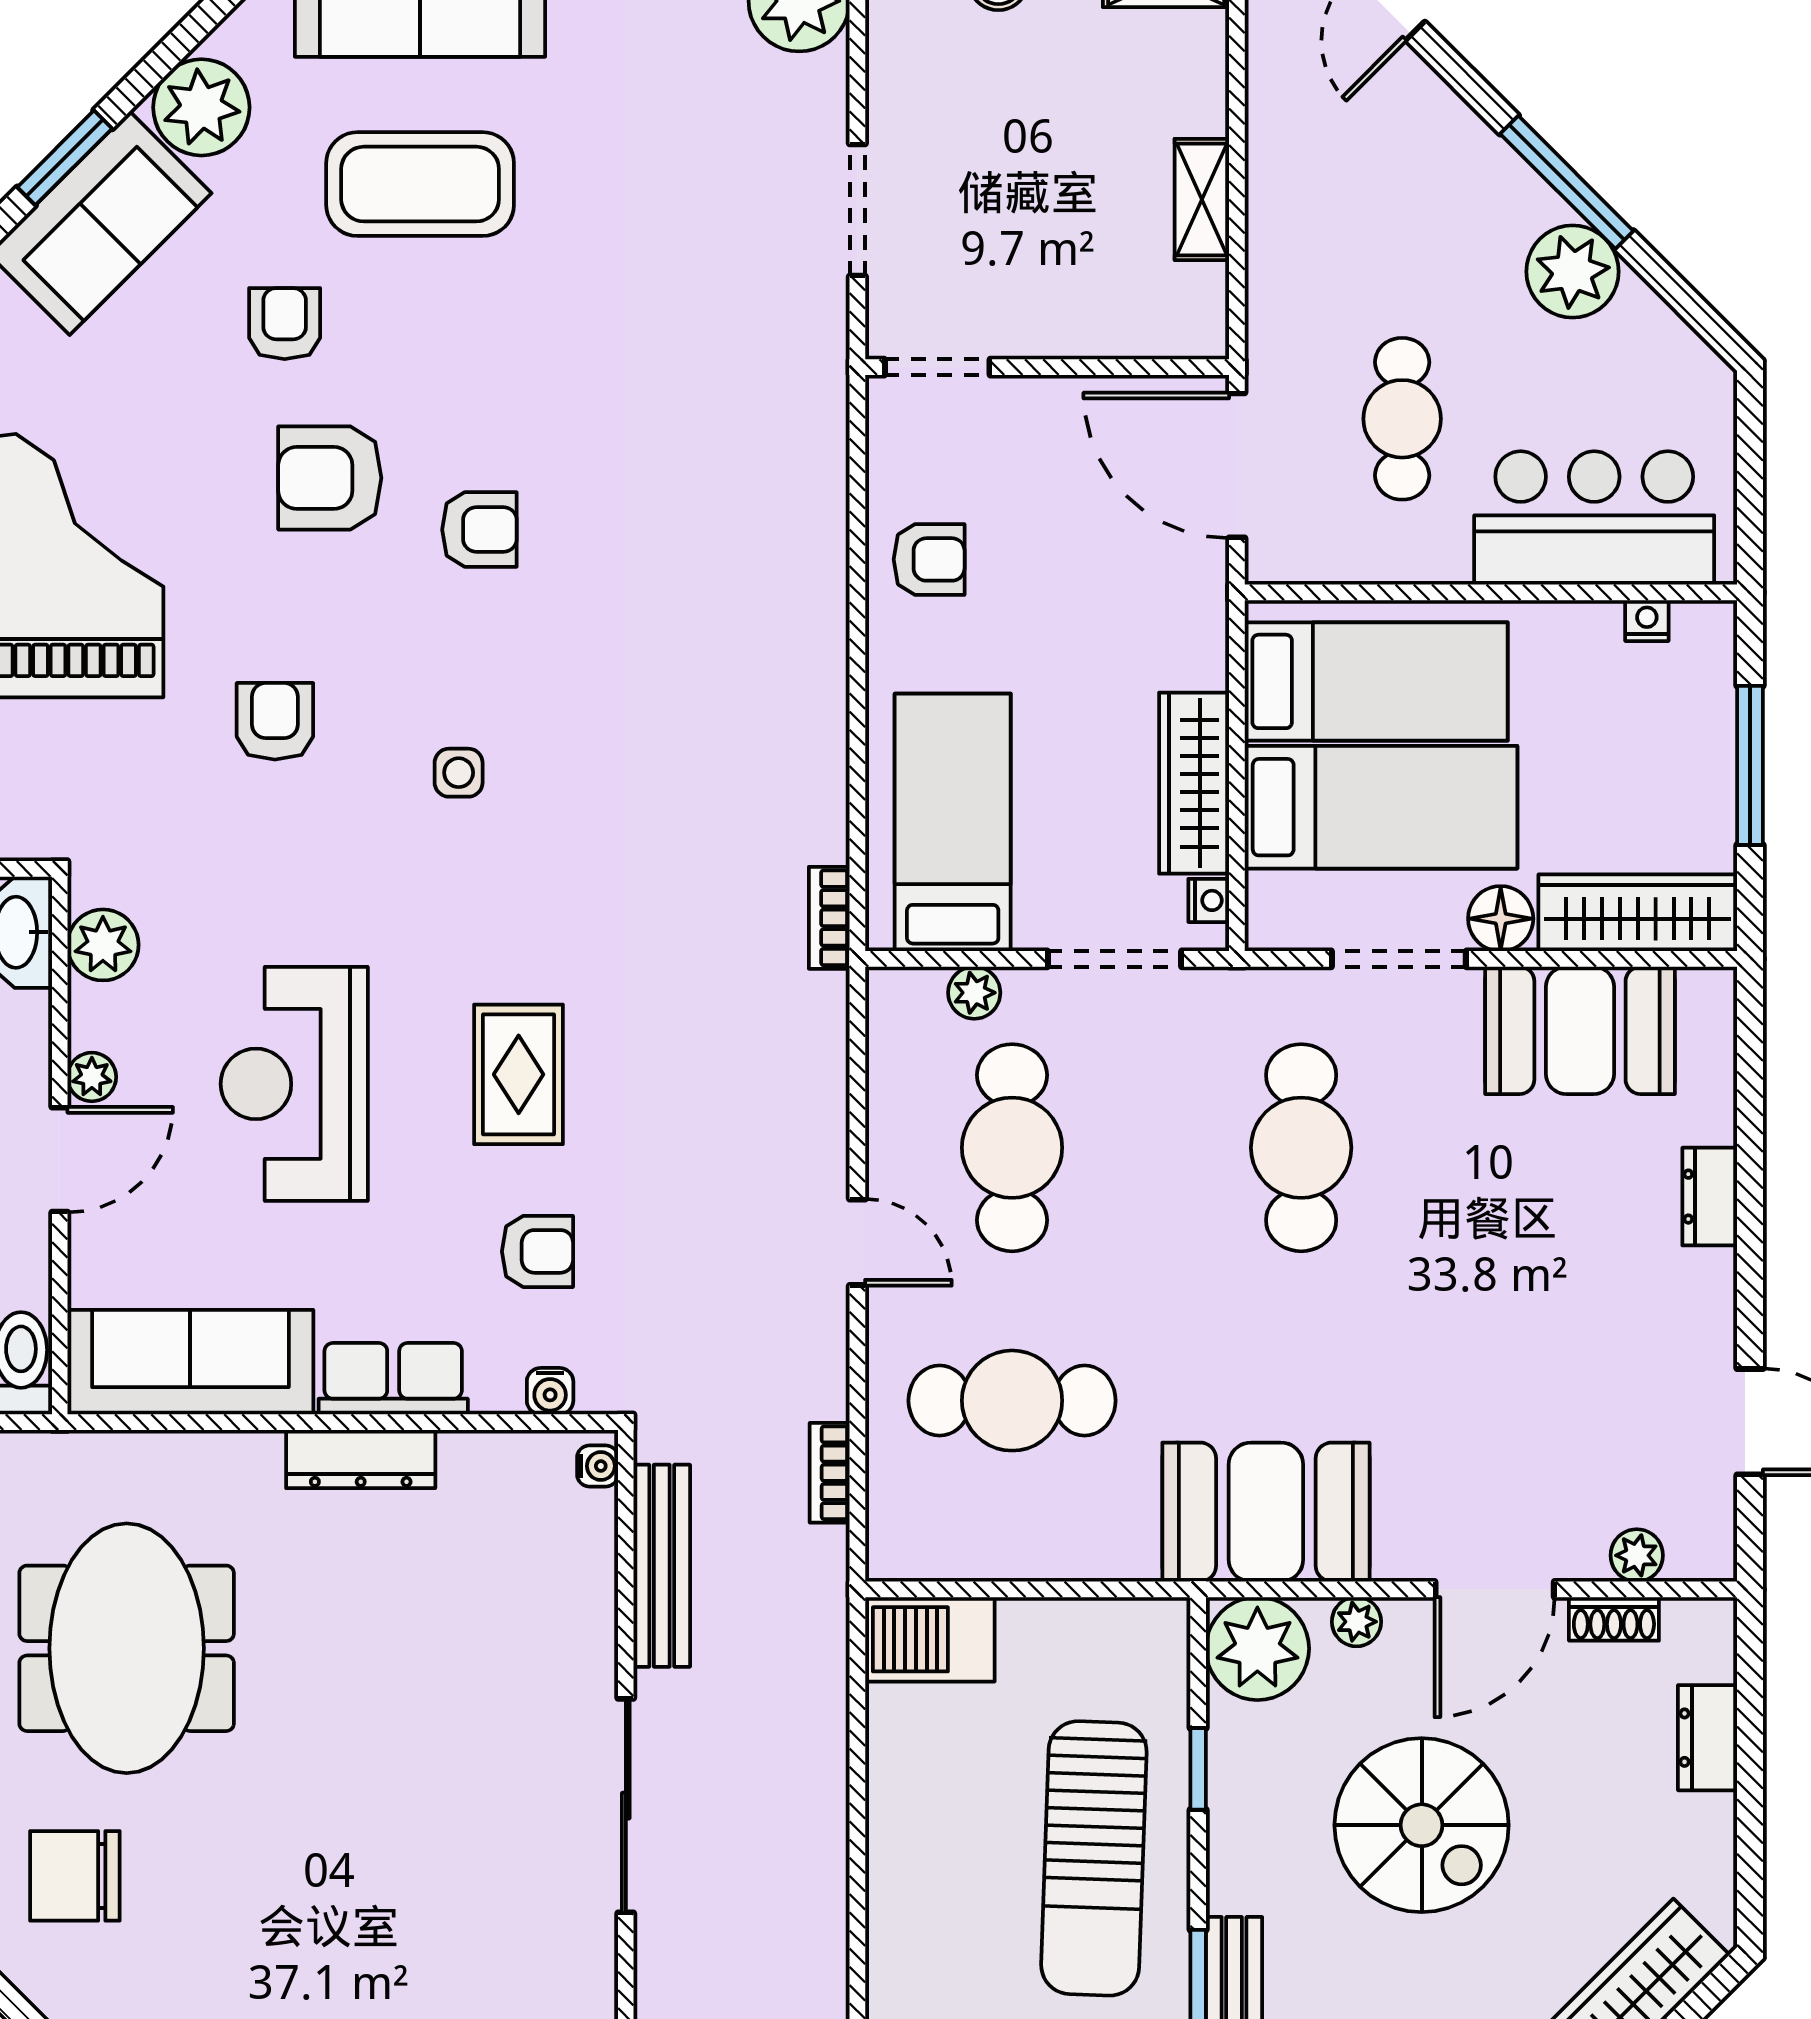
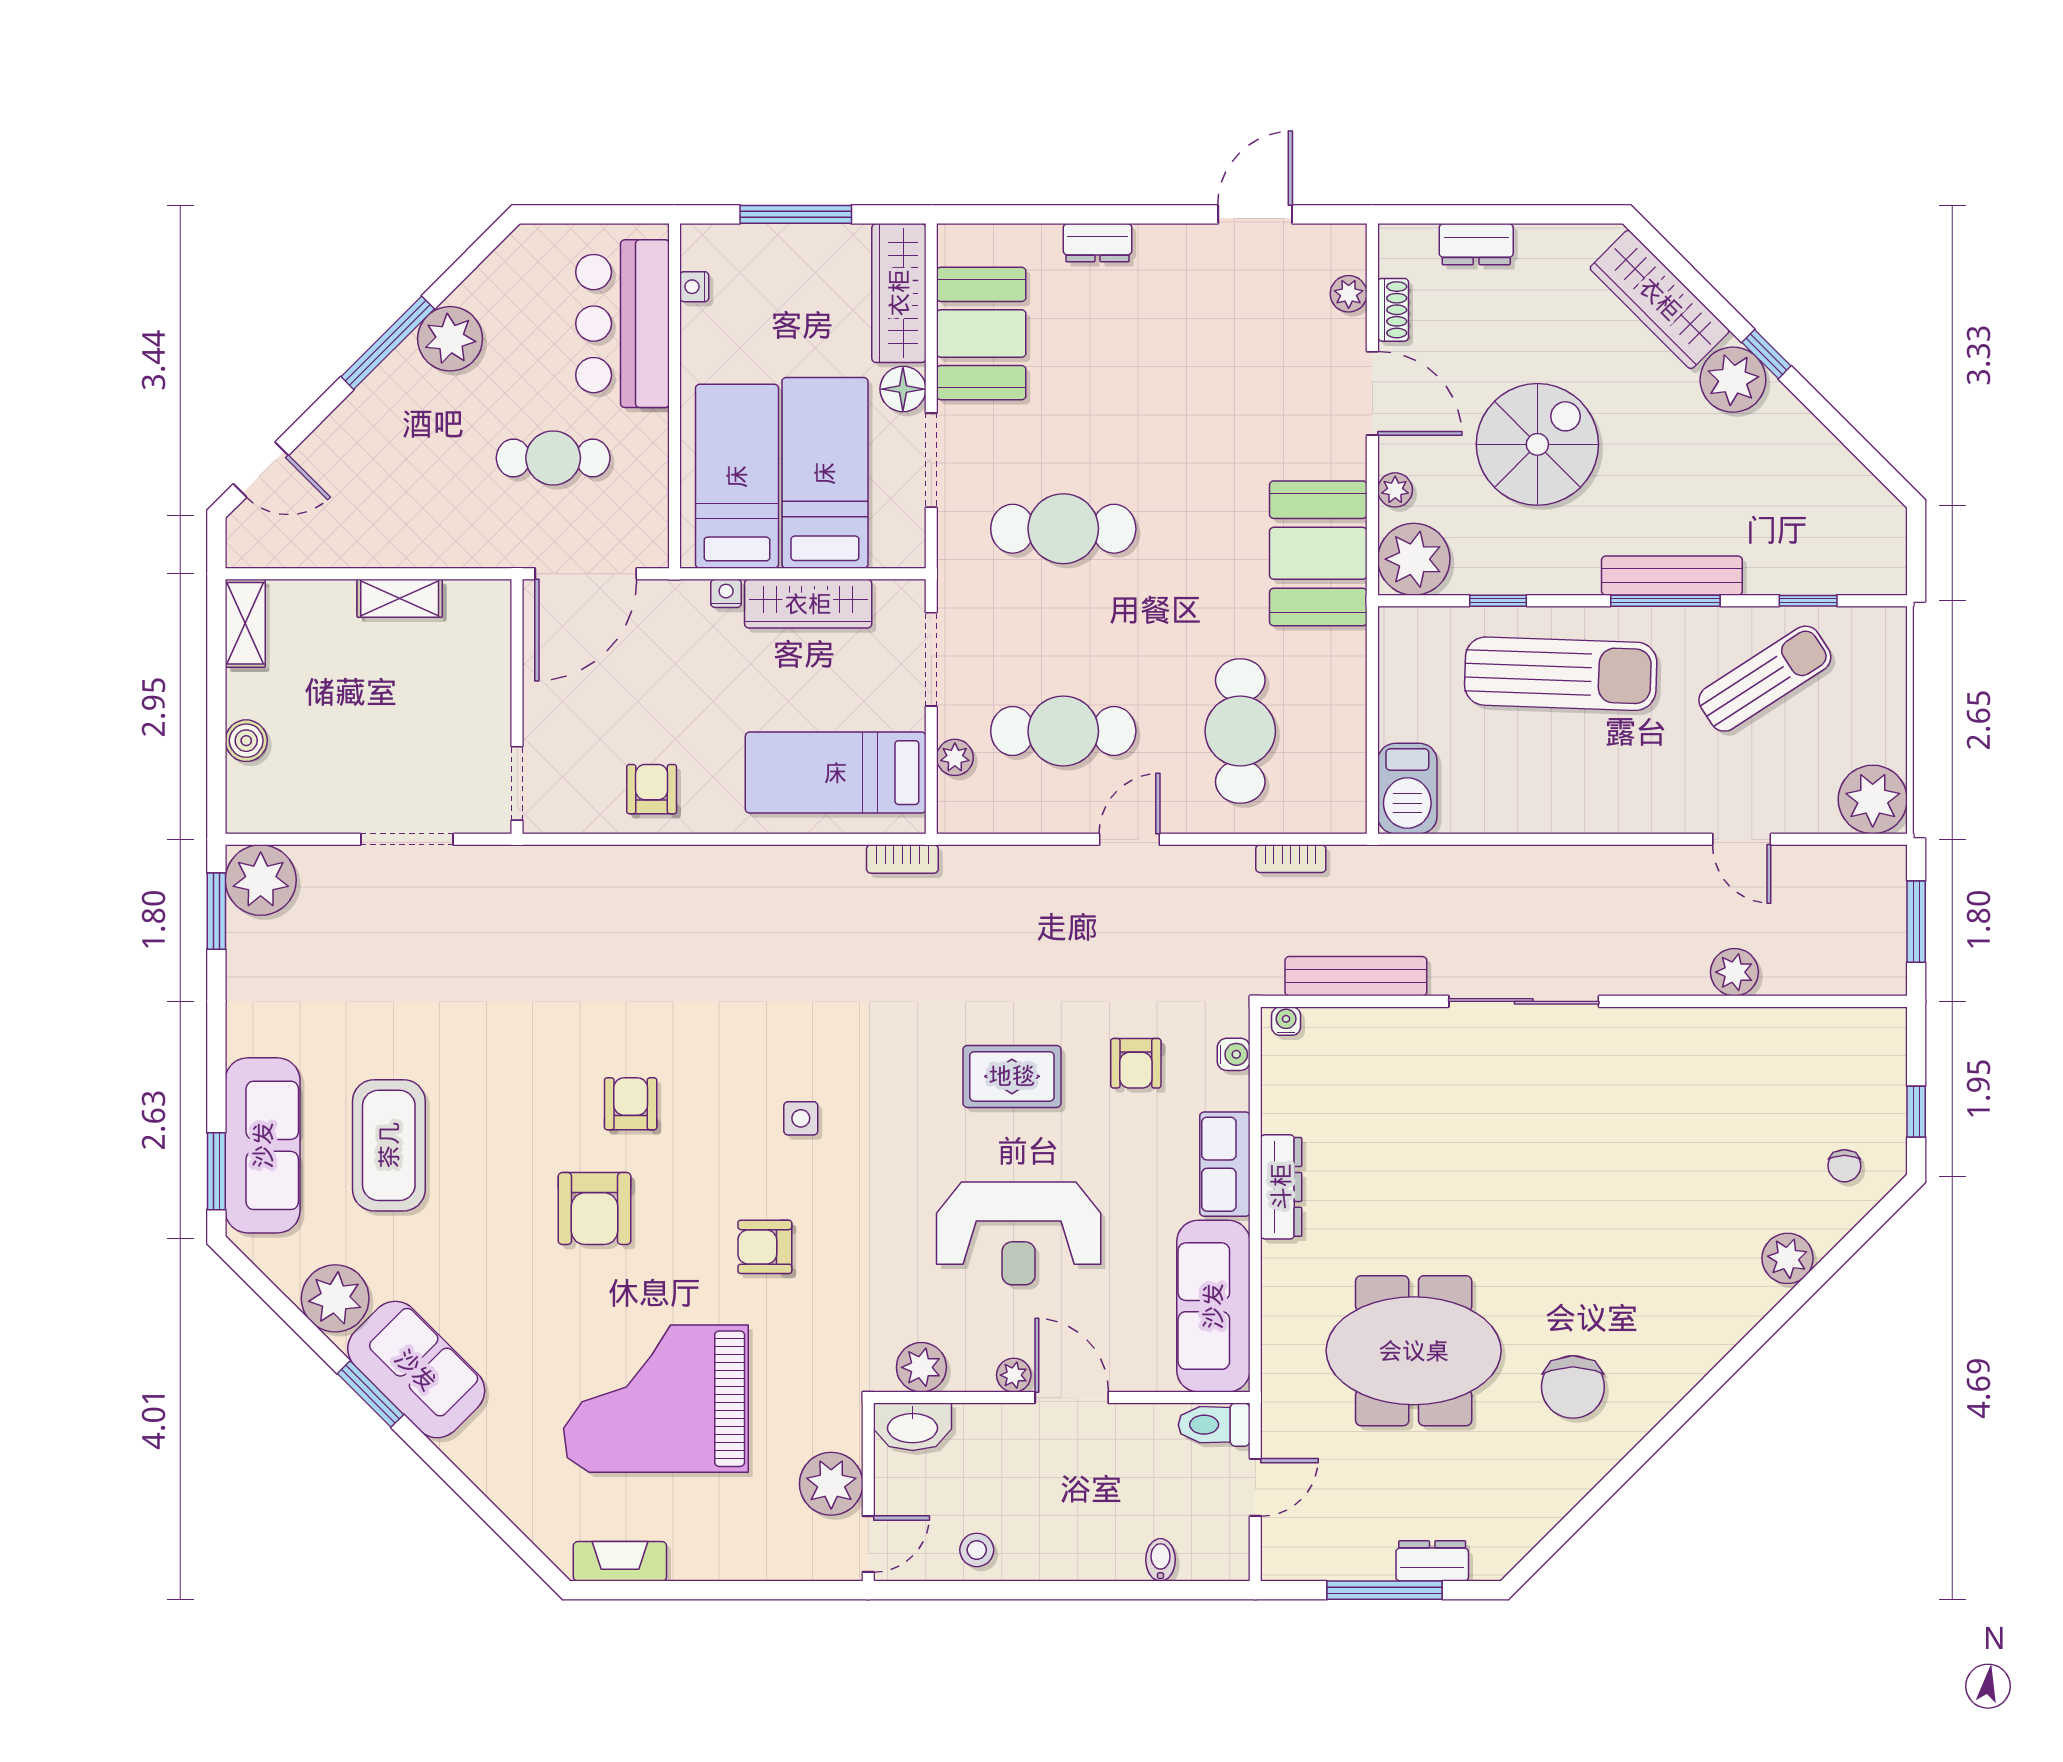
armchair: (285, 324) -> (487, 1240), removed
nightstand: (1209, 900) -> (726, 593), moved
armchair: (537, 1251) -> (1136, 1063), turned 180

